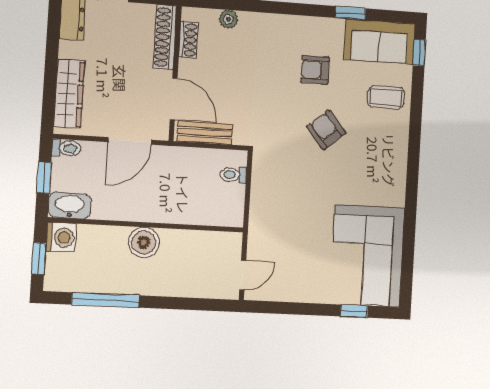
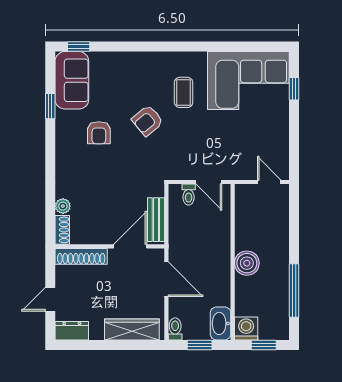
shoe rack: (188, 40) -> (62, 230), moved, turned 90
coffee table: (386, 97) -> (184, 92), moved
door: (247, 201) -> (209, 182), added

